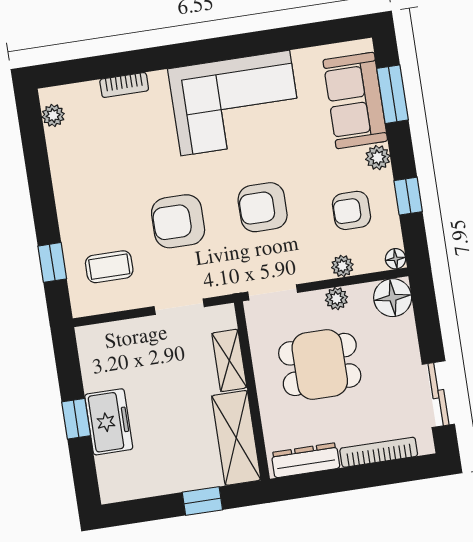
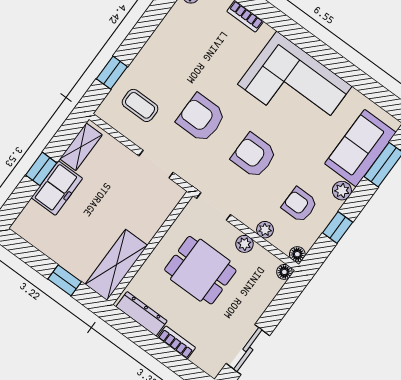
floor lamp: (393, 298) -> (284, 272), width x0.53, depth x0.53
shelving: (229, 360) -> (81, 147), moved
bookcase: (379, 452) -> (177, 342), width x0.64

